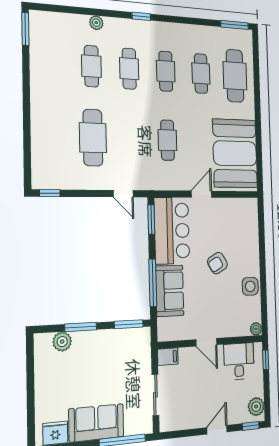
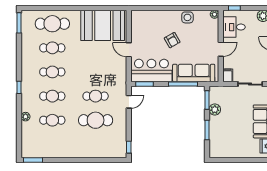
cafe table: (167, 140) -> (96, 96), moved
sofa: (170, 291) -> (194, 73), width x1.36
plant: (62, 342) -> (215, 110), moved

